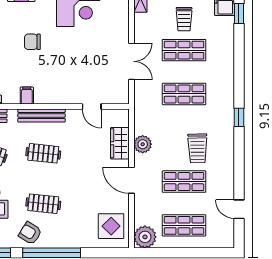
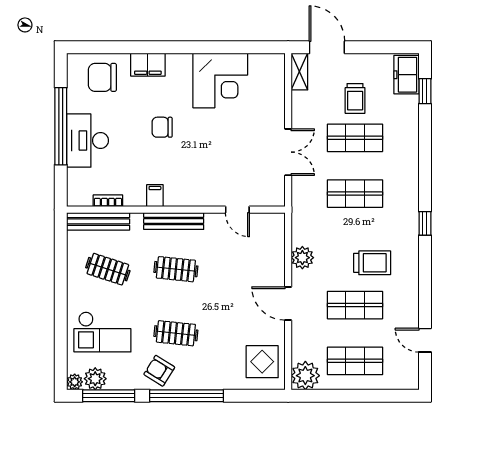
wardrobe: (120, 143) -> (273, 256), removed
trolley: (197, 148) -> (372, 263), turned -89

